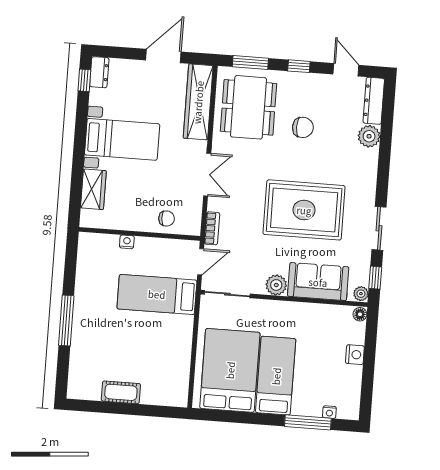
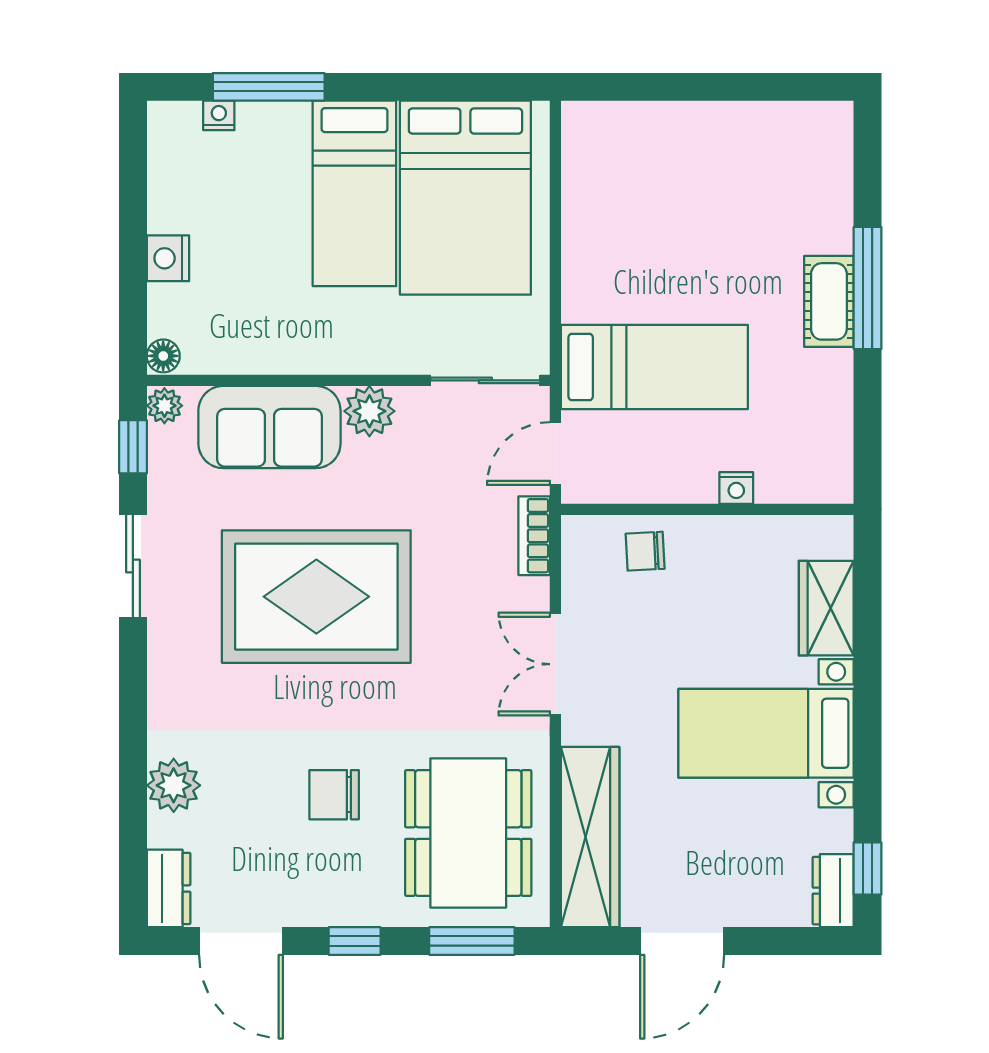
door: (346, 70) -> (241, 941), width x1.38
dresser: (374, 101) -> (169, 888), width x0.70
cot: (121, 392) -> (829, 301), moved, turned 90

